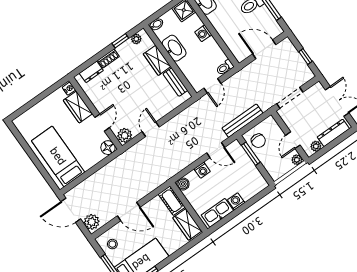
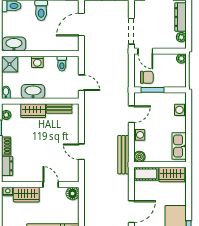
toilet: (225, 67) -> (62, 64), moved
bench: (242, 121) -> (123, 155), moved
plant: (125, 135) -> (72, 174), removed
door: (293, 140) -> (145, 51), moved
washing machine: (236, 201) -> (180, 110), moved

